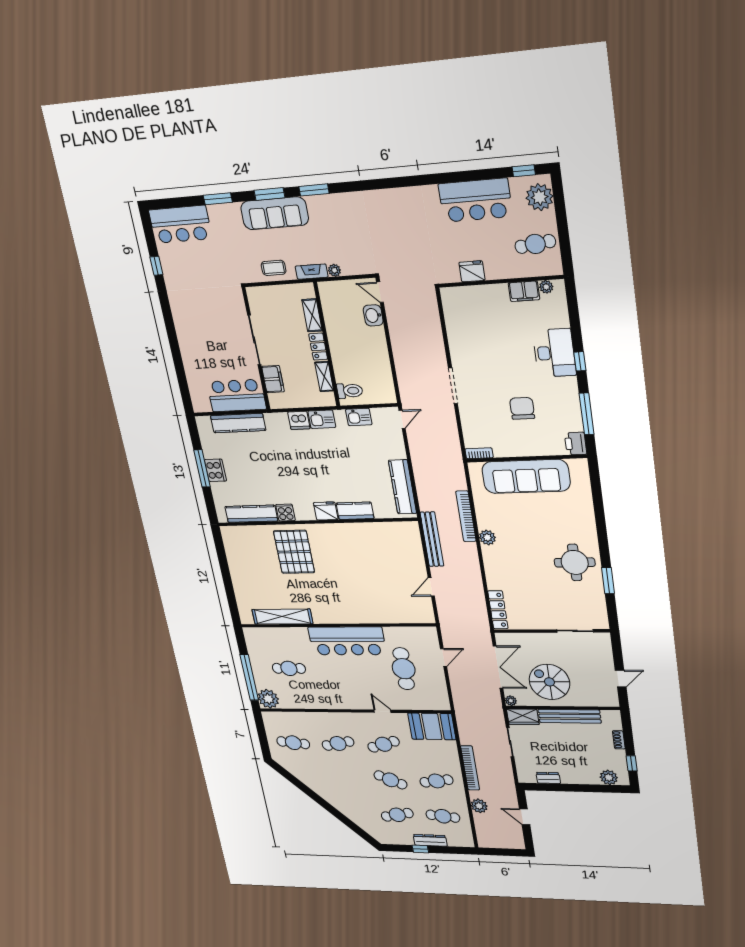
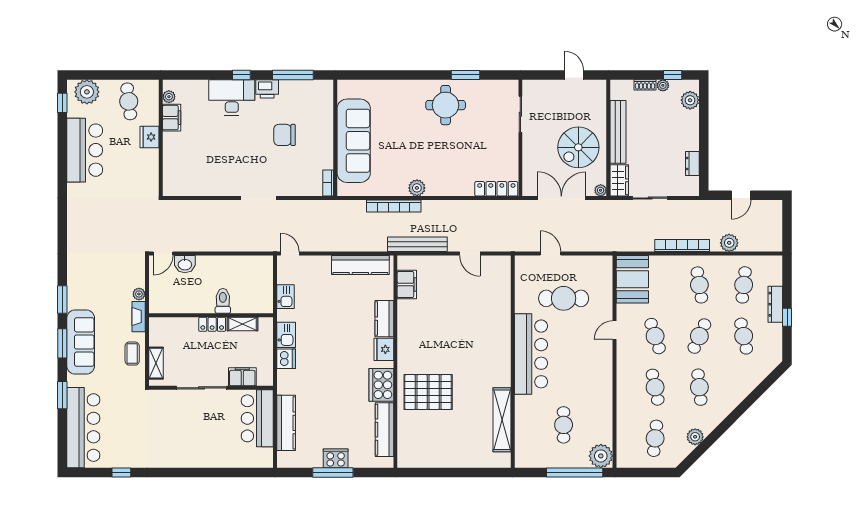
bar counter: (180, 224) -> (83, 428), width x1.36
fridge: (472, 271) -> (150, 137), moved
shelving: (312, 315) -> (156, 363), moved, turned 90
toilet: (350, 391) -> (223, 301), moved
printer: (576, 444) -> (267, 89), moved
cooker: (285, 513) -> (381, 385), width x1.87, depth x1.31
filing cabinet: (391, 530) -> (407, 285), added
plant: (620, 755) -> (663, 85), added
plant: (301, 774) -> (695, 437), added
cafe table: (345, 779) -> (699, 387), added

